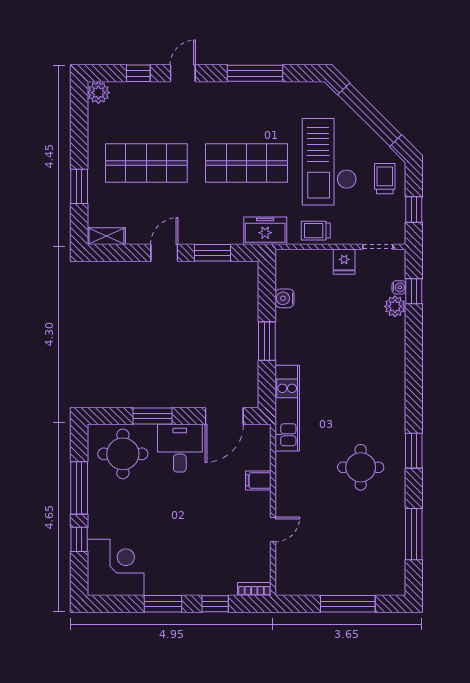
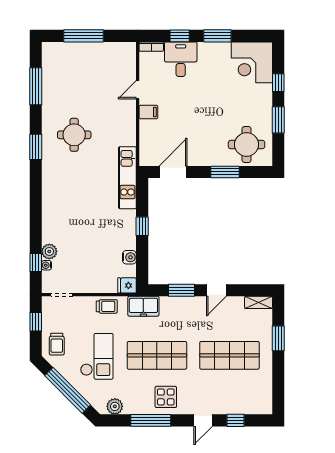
plant: (98, 93) -> (115, 406), moved
display table: (234, 106) -> (166, 397), added
checkout: (329, 162) -> (97, 356), width x0.73, depth x0.83
fridge: (344, 262) -> (127, 285), moved, turned -90
window: (267, 341) -> (142, 226), width x0.67
desk: (180, 448) -> (181, 59), moved, turned 180
filing cabinet: (258, 480) -> (148, 112), moved
window: (79, 488) -> (278, 120), width x0.69

